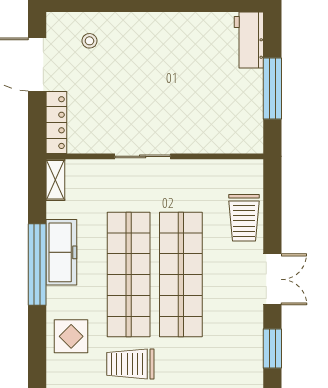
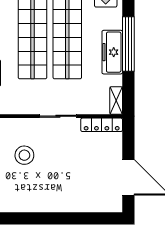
stool: (89, 41) -> (24, 155), moved, width x1.89, depth x1.89
locker: (56, 123) -> (102, 125), moved, turned -90

